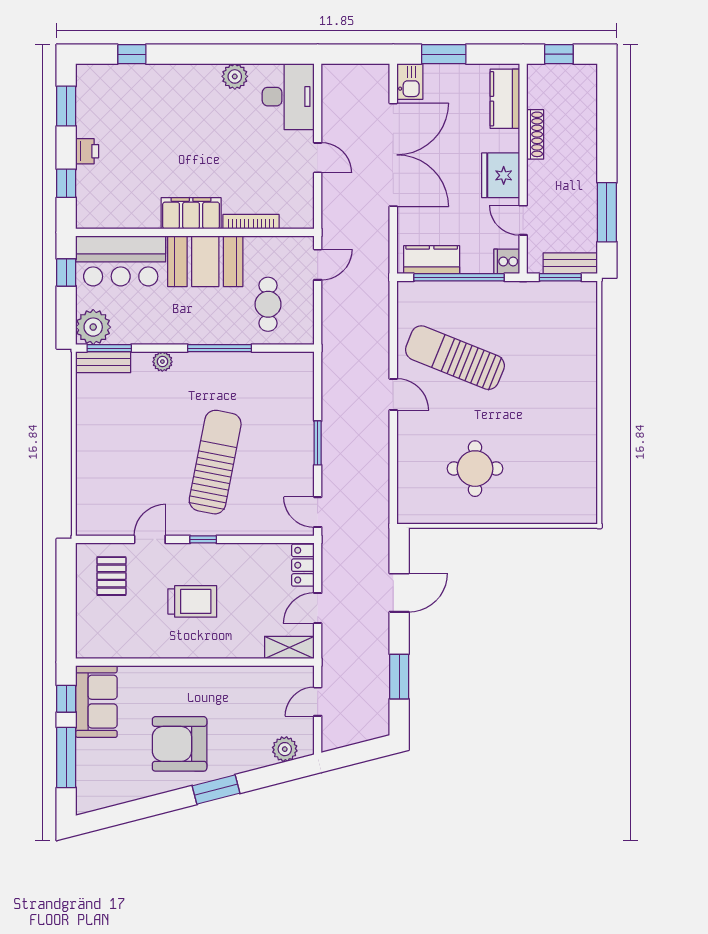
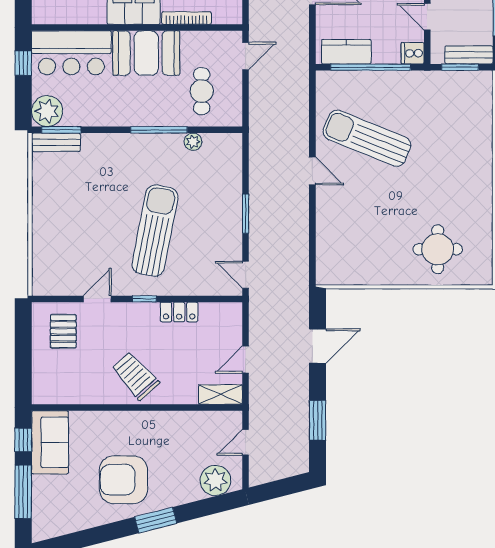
plant: (162, 362) -> (193, 142), moved
round table: (475, 469) -> (438, 249), moved
locker: (303, 565) -> (179, 312), moved, turned -90
trolley: (192, 601) -> (135, 376), moved, turned -132
plant: (285, 749) -> (215, 480), width x1.36, depth x1.36

